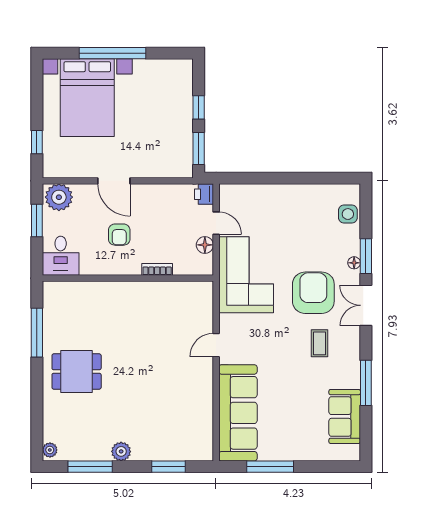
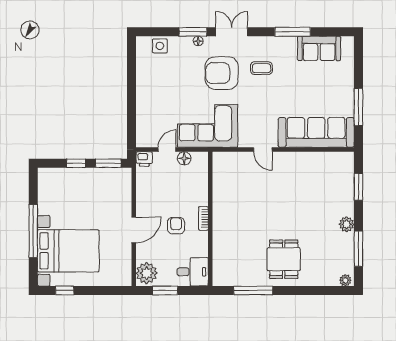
window: (37, 142) -> (65, 291), moved
armchair: (119, 235) -> (176, 226), turned -90
bookcase: (157, 269) -> (203, 218), moved
double door: (366, 305) -> (232, 32), swing flipped

